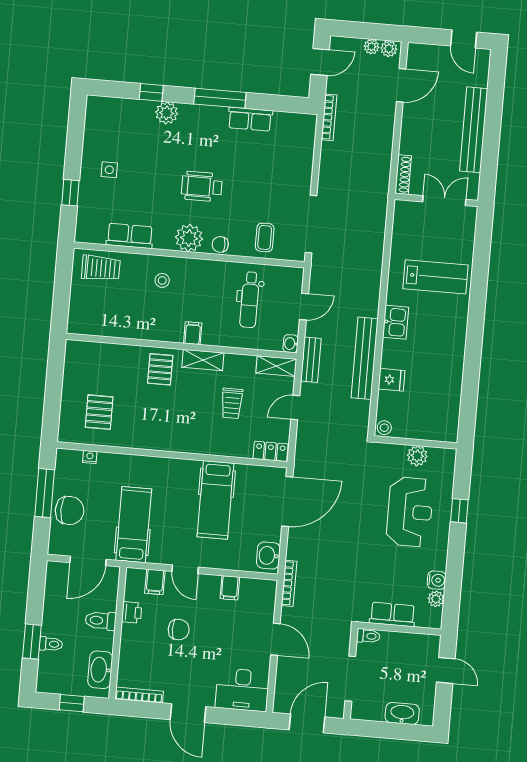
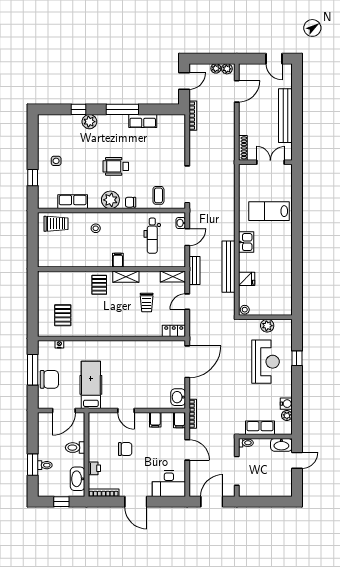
lab bench: (435, 277) -> (269, 211), turned 180
washbasin: (291, 344) -> (181, 223), moved
hospital bed: (215, 500) -> (141, 365), removed
filing cabinet: (155, 582) -> (179, 420), moved
printer: (132, 612) -> (94, 468), moved
door: (446, 670) -> (297, 460), hinge flipped
washbasin: (402, 713) -> (281, 445), moved, turned 180

